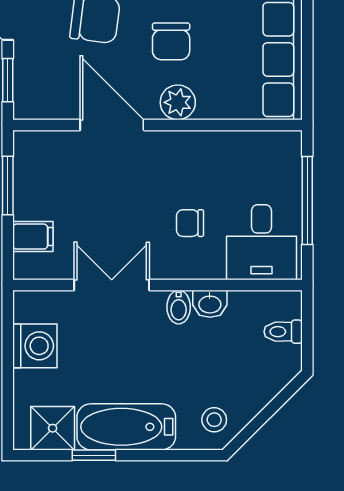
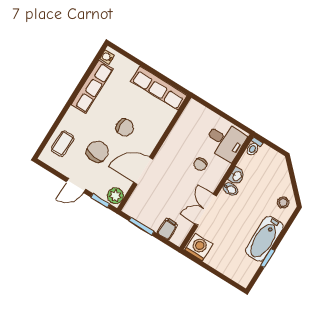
plant: (178, 102) -> (115, 196), moved
window: (307, 201) -> (220, 113), removed
toilet: (283, 332) -> (254, 147), moved
washing machine: (35, 346) -> (199, 247), moved
shower: (53, 428) -> (247, 268), removed

